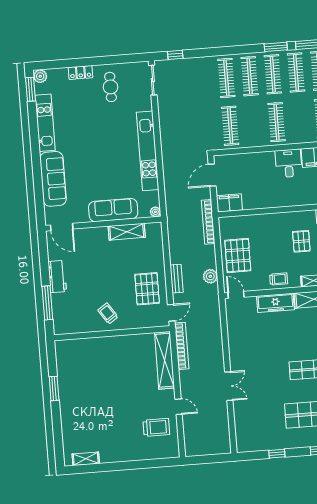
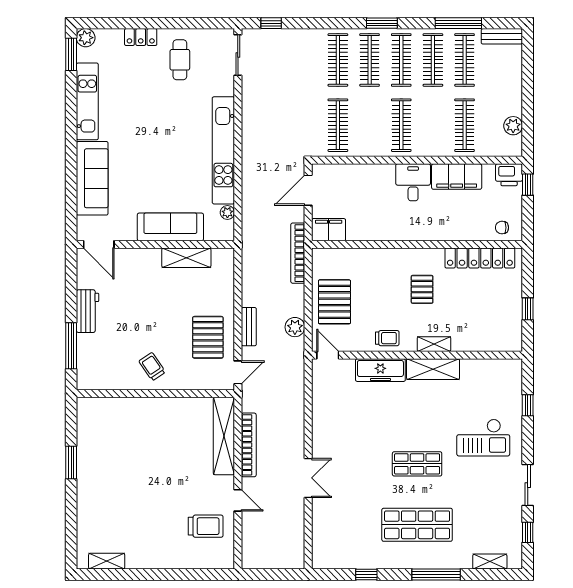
window: (276, 47) -> (382, 23), moved
plant: (155, 212) -> (227, 213), moved
bookcase: (182, 346) -> (249, 445), moved

